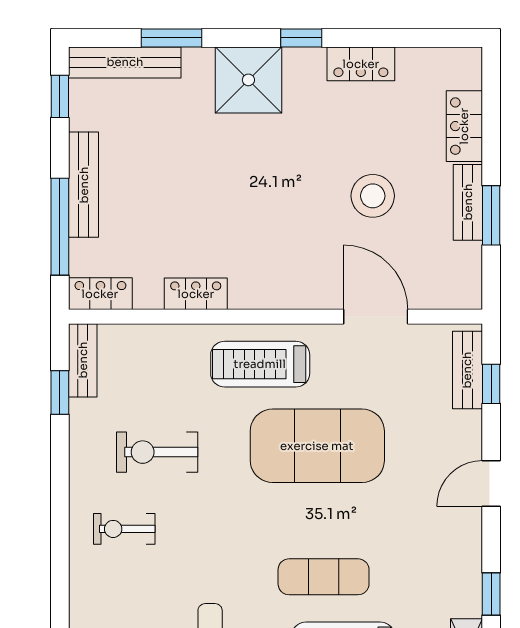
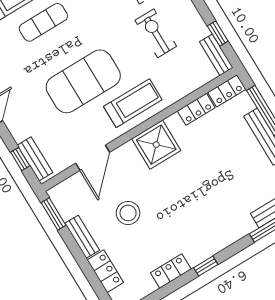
shower: (248, 80) -> (156, 145), moved
window: (491, 215) -> (54, 214), moved
locker: (196, 294) -> (196, 109), moved
door: (376, 317) -> (93, 158), hinge flipped
exercise bike: (157, 452) -> (156, 33), turned -90

